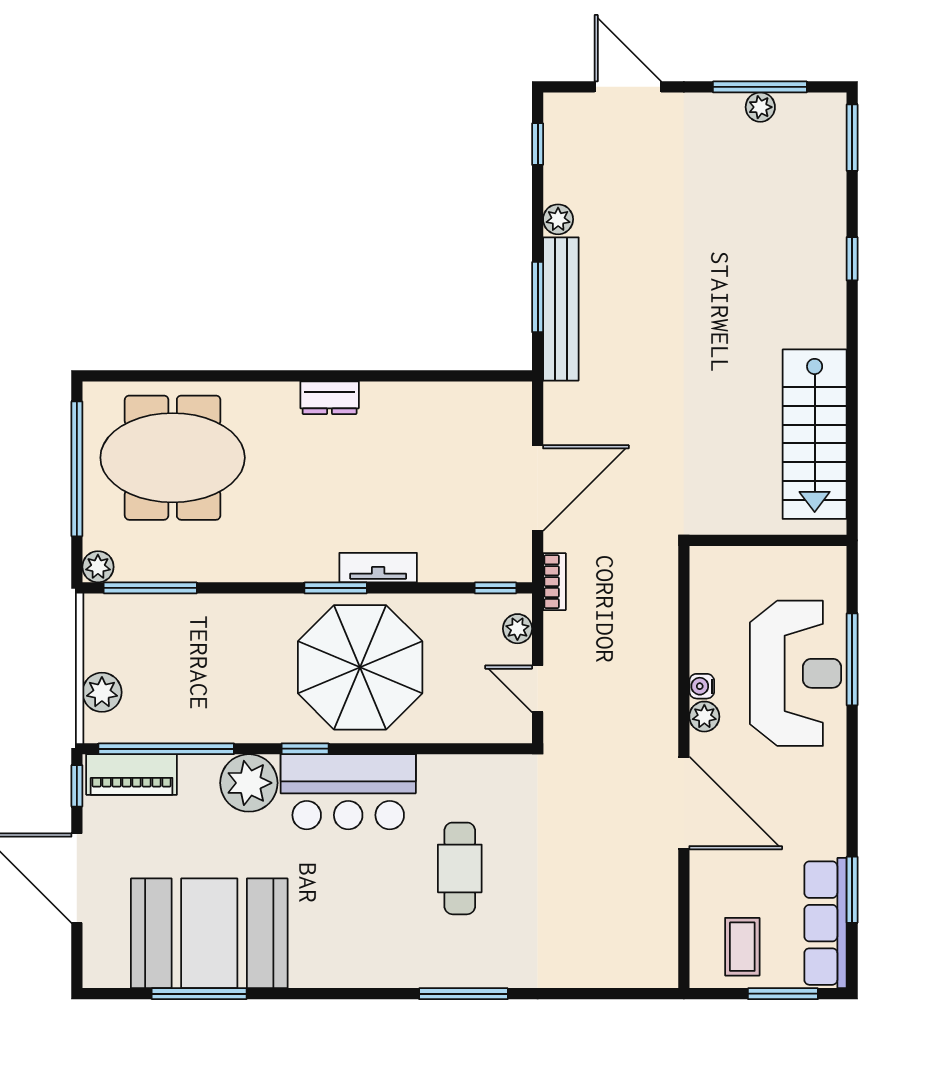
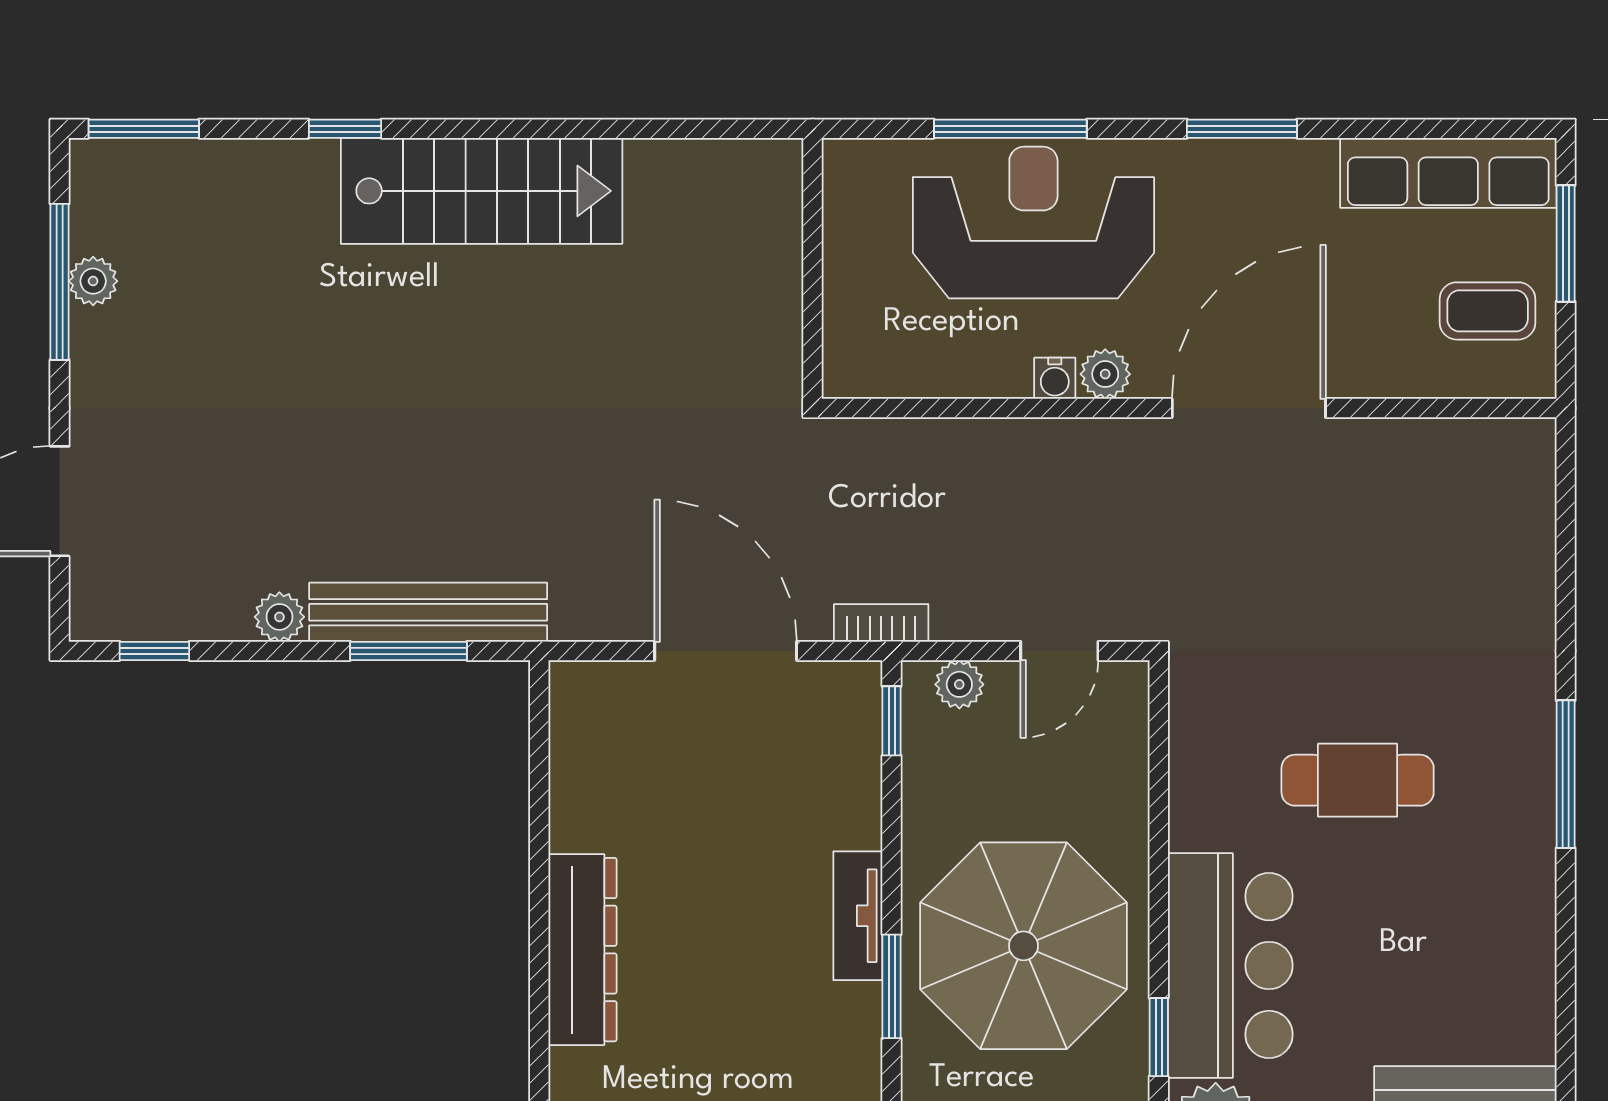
dresser: (330, 398) -> (583, 950), width x1.96, depth x1.24
stairs: (815, 434) -> (482, 191), moved
window: (852, 890) -> (1242, 129), moved

